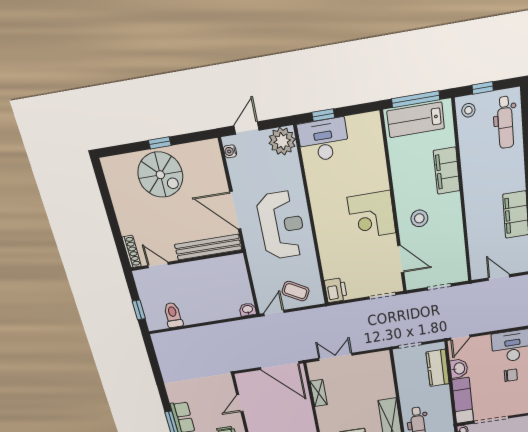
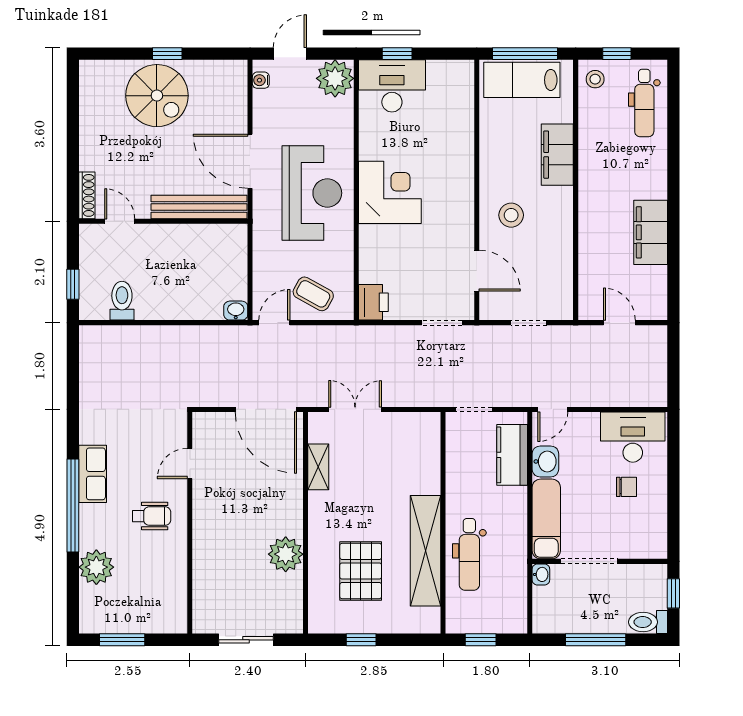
corner desk: (372, 215) -> (390, 192), moved, turned 180

